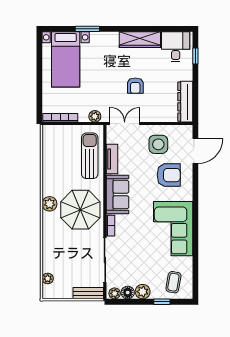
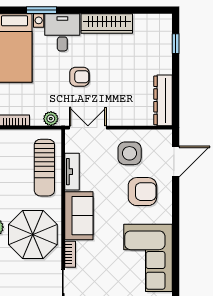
desk: (176, 47) -> (62, 32), moved
armchair: (135, 86) -> (79, 77), moved, turned -90
sun lounger: (90, 156) -> (44, 168), turned 180

